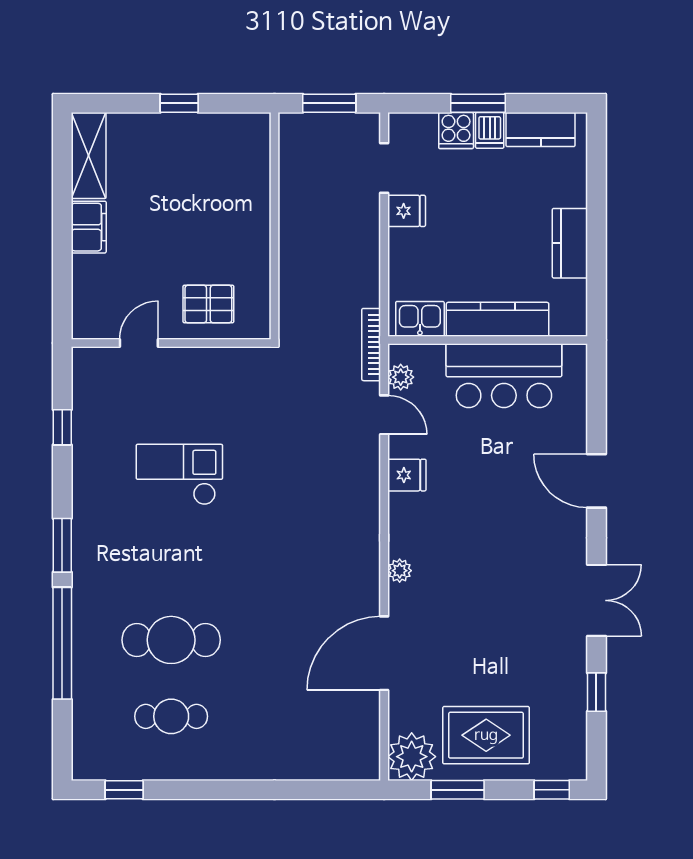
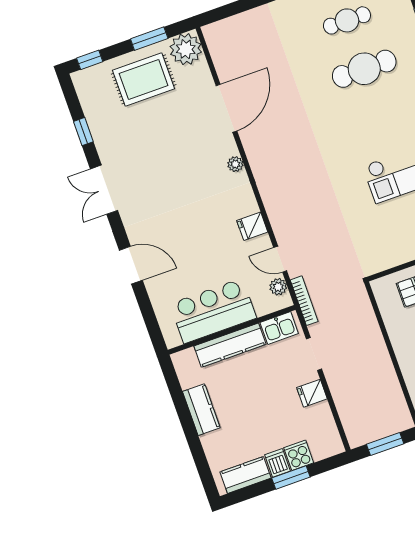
doorway: (384, 168) -> (314, 354), moved

